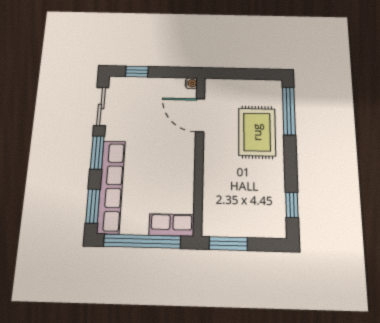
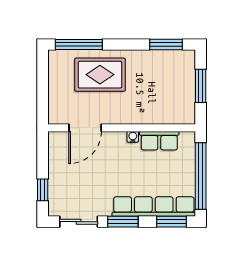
water cooler: (191, 83) -> (133, 137), moved
window: (292, 205) -> (166, 44), width x1.50
row of seats: (171, 225) -> (159, 141), moved, turned -90
window: (228, 244) -> (201, 86), moved

